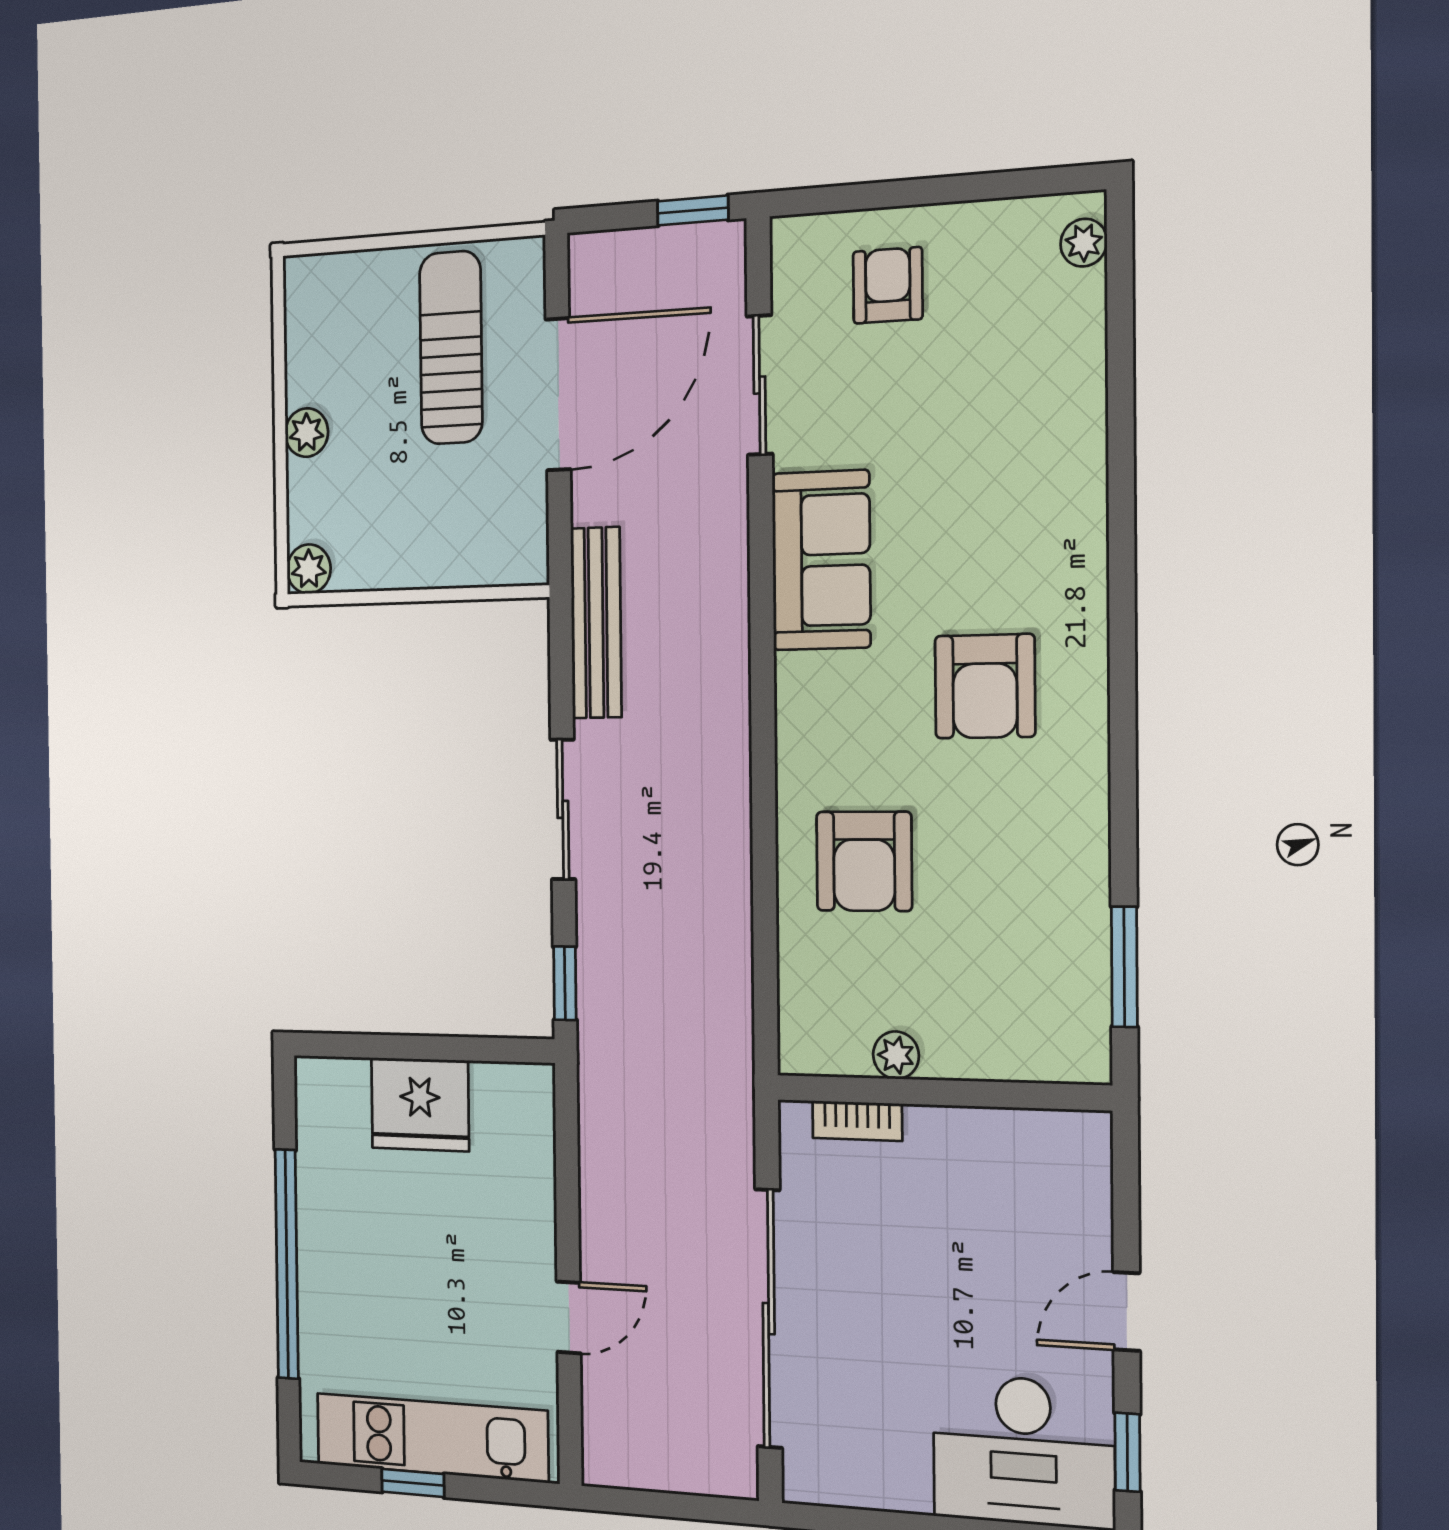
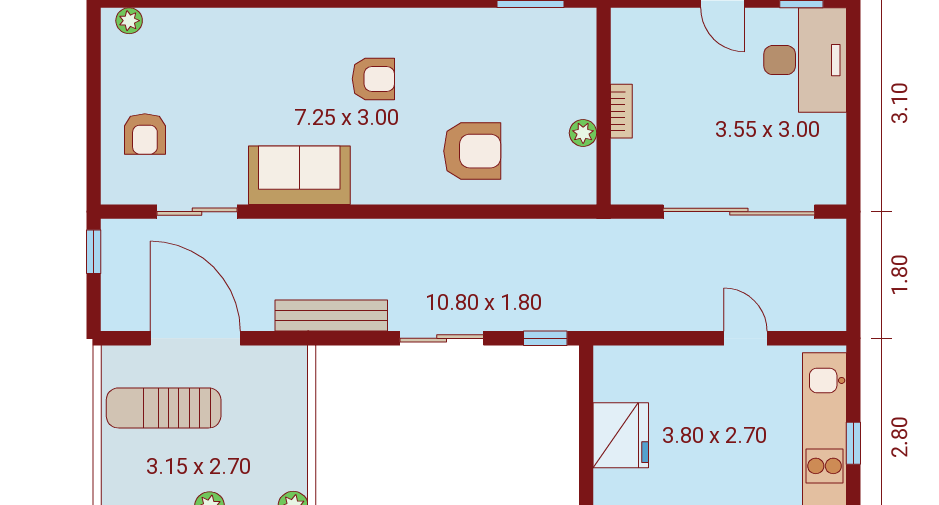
armchair: (888, 285) -> (145, 134), turned -90
armchair: (985, 686) -> (373, 79), width x0.72, depth x0.72
bookcase: (857, 1121) -> (621, 111), moved

